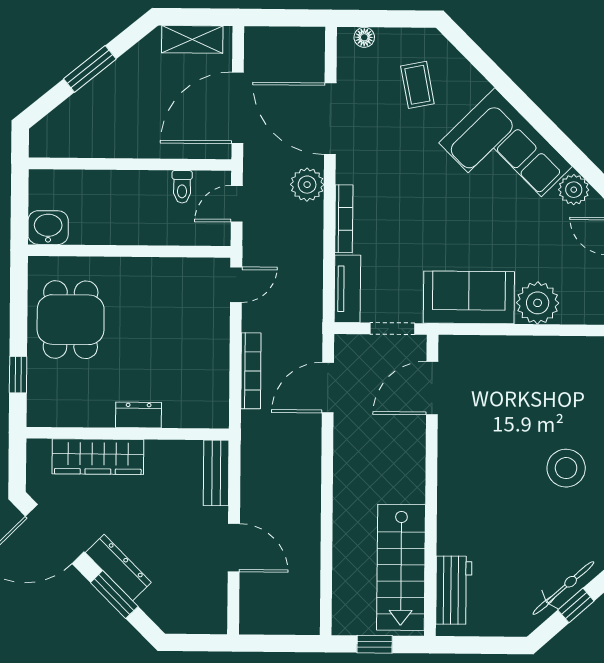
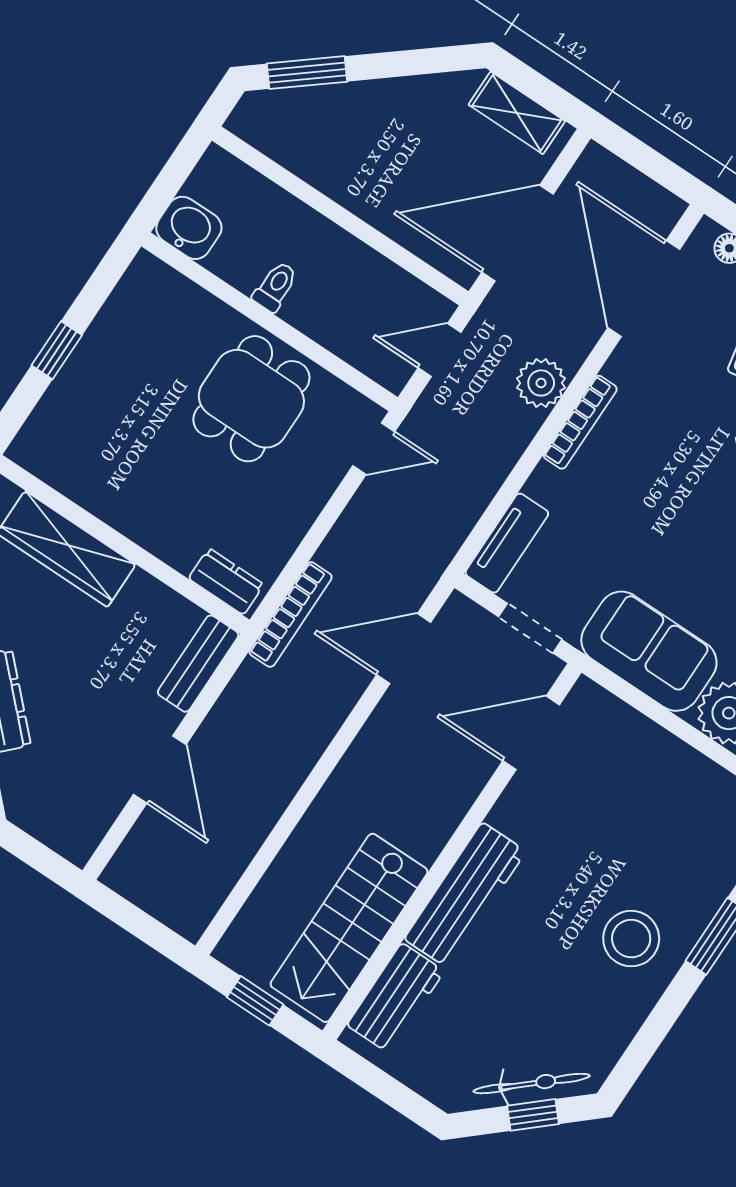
window: (90, 69) -> (307, 73), moved
door: (330, 119) -> (644, 289), moved
toilet: (182, 187) -> (275, 287), moved, turned 180
bookcase: (344, 219) -> (580, 422), moved
dining table: (71, 320) -> (251, 399), moved
bookcase: (251, 371) -> (291, 614), moved
window: (18, 375) -> (57, 350), moved
dresser: (138, 415) -> (226, 581), moved
workbench: (455, 505) -> (465, 895), added

